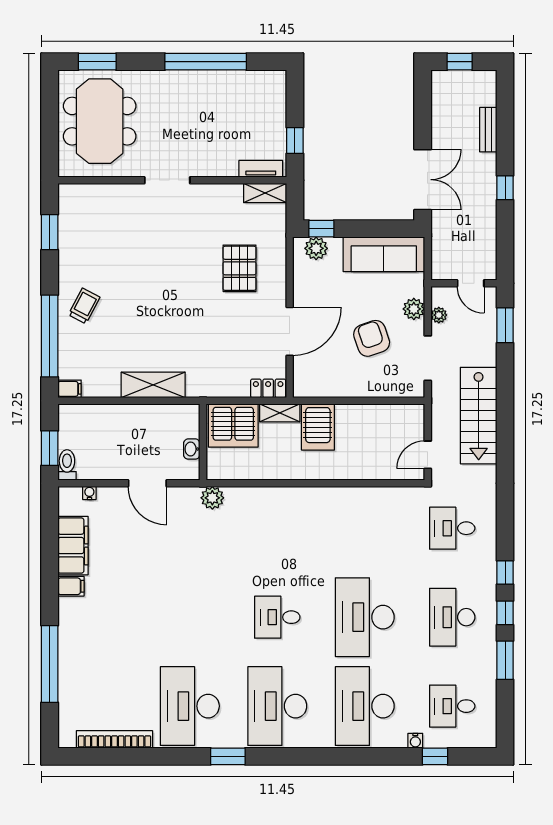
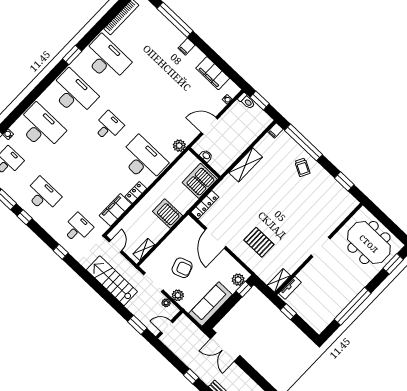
locker: (268, 388) -> (205, 205), width x1.53
shelving: (280, 413) -> (144, 249), moved
locker: (330, 496) -> (136, 192), added
filing cabinet: (379, 501) -> (116, 210), added
window: (505, 573) -> (61, 252), moved
filing cabinet: (71, 586) -> (186, 47), moved
desk: (365, 617) -> (143, 160), moved

